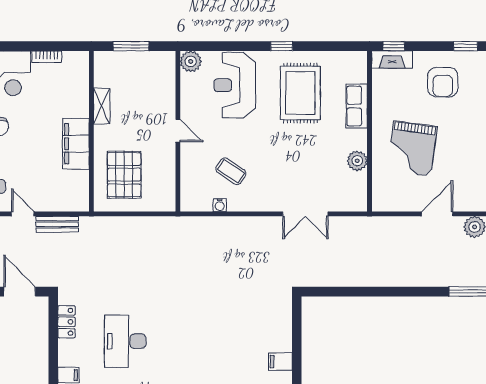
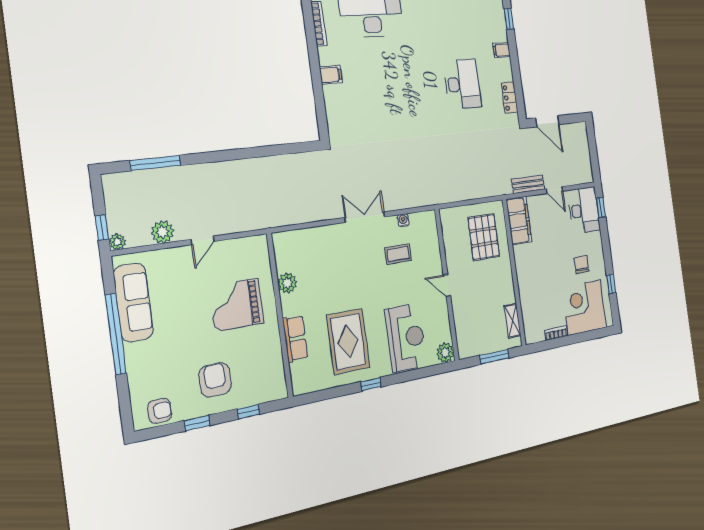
window: (394, 46) -> (248, 412), moved
fireplace: (392, 60) -> (268, 393), removed
shelving: (102, 106) -> (513, 321), moved
filing cabinet: (76, 144) -> (519, 221), moved
grand piano: (412, 148) -> (236, 305), turned -98
coffee table: (231, 171) -> (398, 254), turned -34
double door: (305, 214) -> (365, 217), moved
door: (437, 214) -> (203, 240), width x0.73

